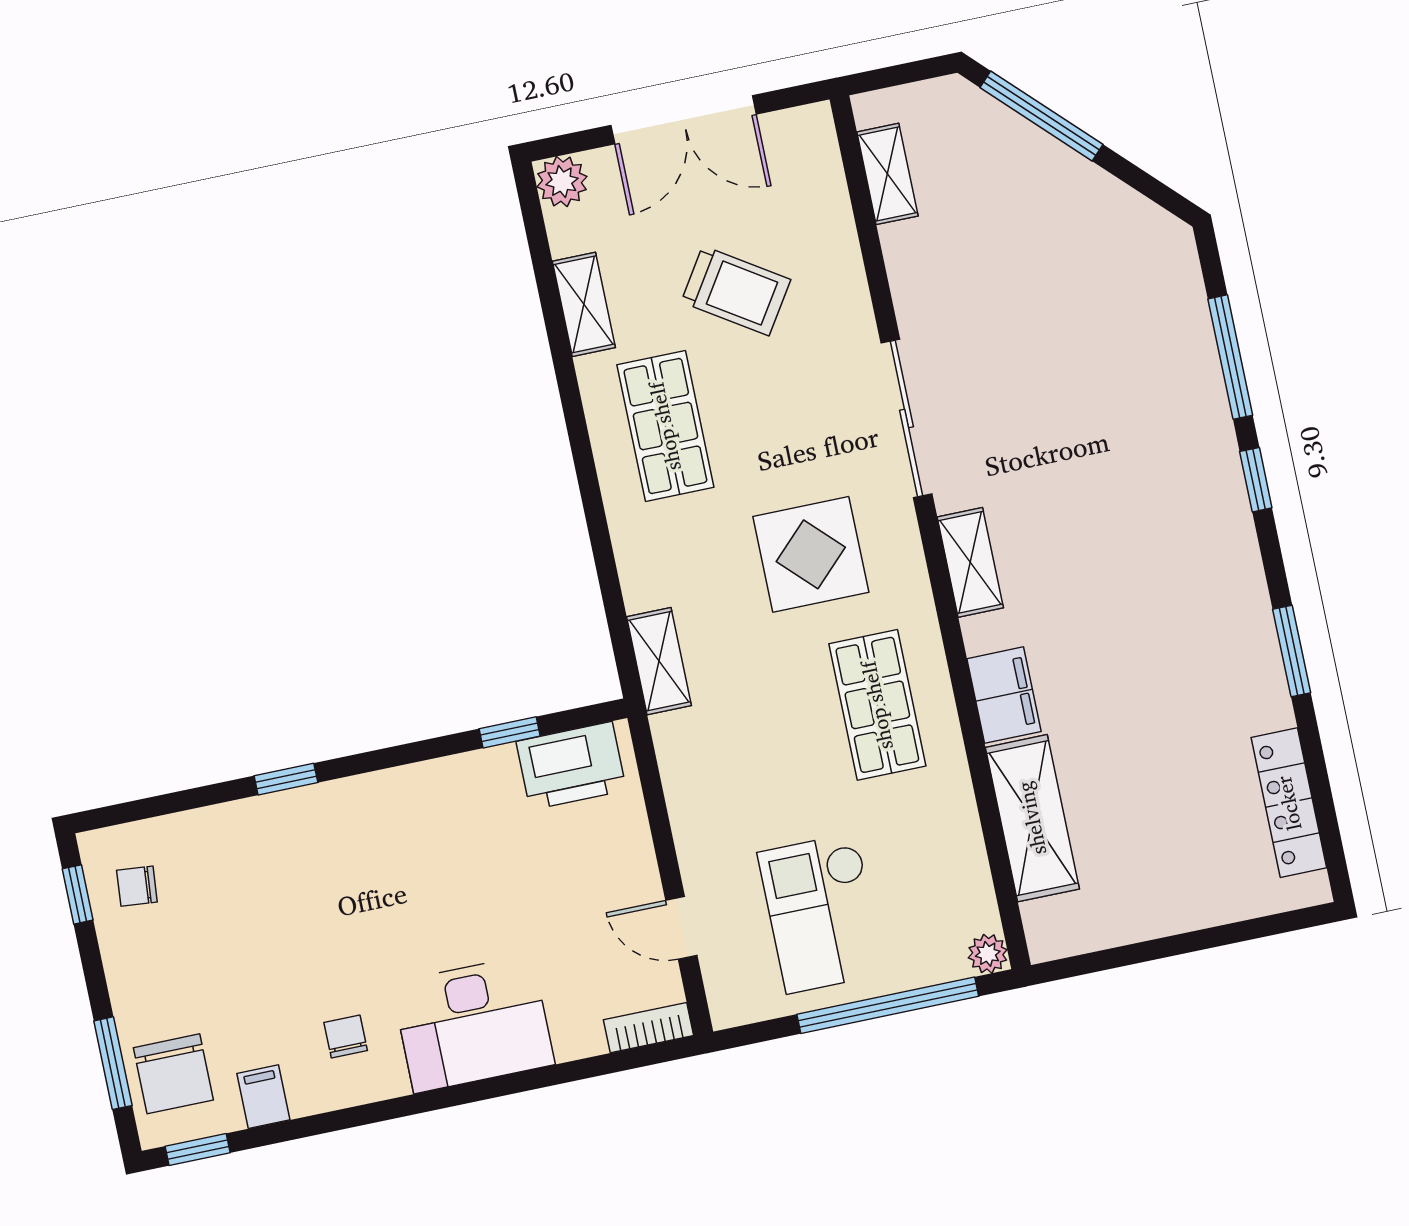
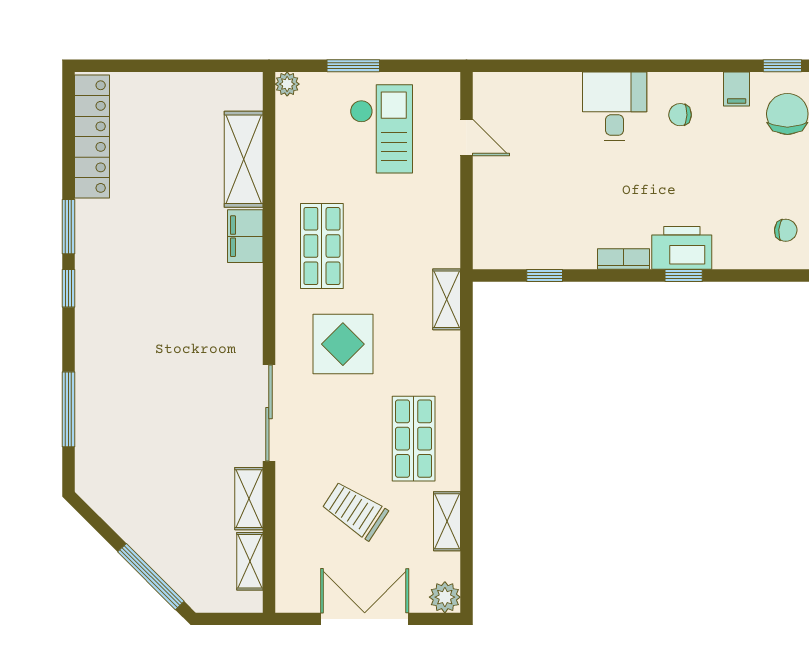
window: (1256, 480) -> (68, 288), moved
shelving: (970, 562) -> (249, 499), moved
printer: (571, 766) -> (682, 248), moved
locker: (1289, 803) -> (92, 137), width x1.41, depth x1.21
window: (888, 1005) -> (353, 66), width x0.47
desk: (473, 1024) -> (615, 106), width x0.73
bookcase: (649, 1028) -> (624, 259), moved, turned 180
chair: (346, 1037) -> (680, 115), turned 92

